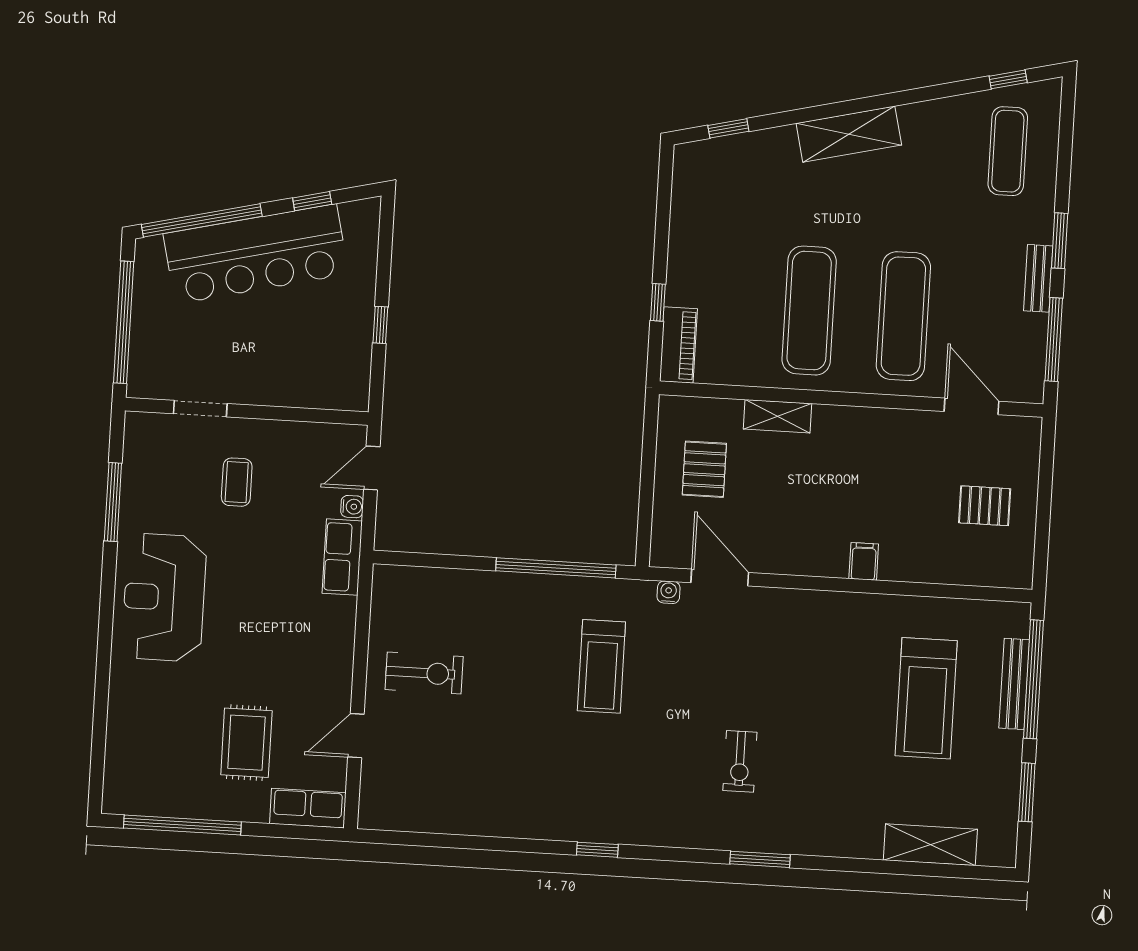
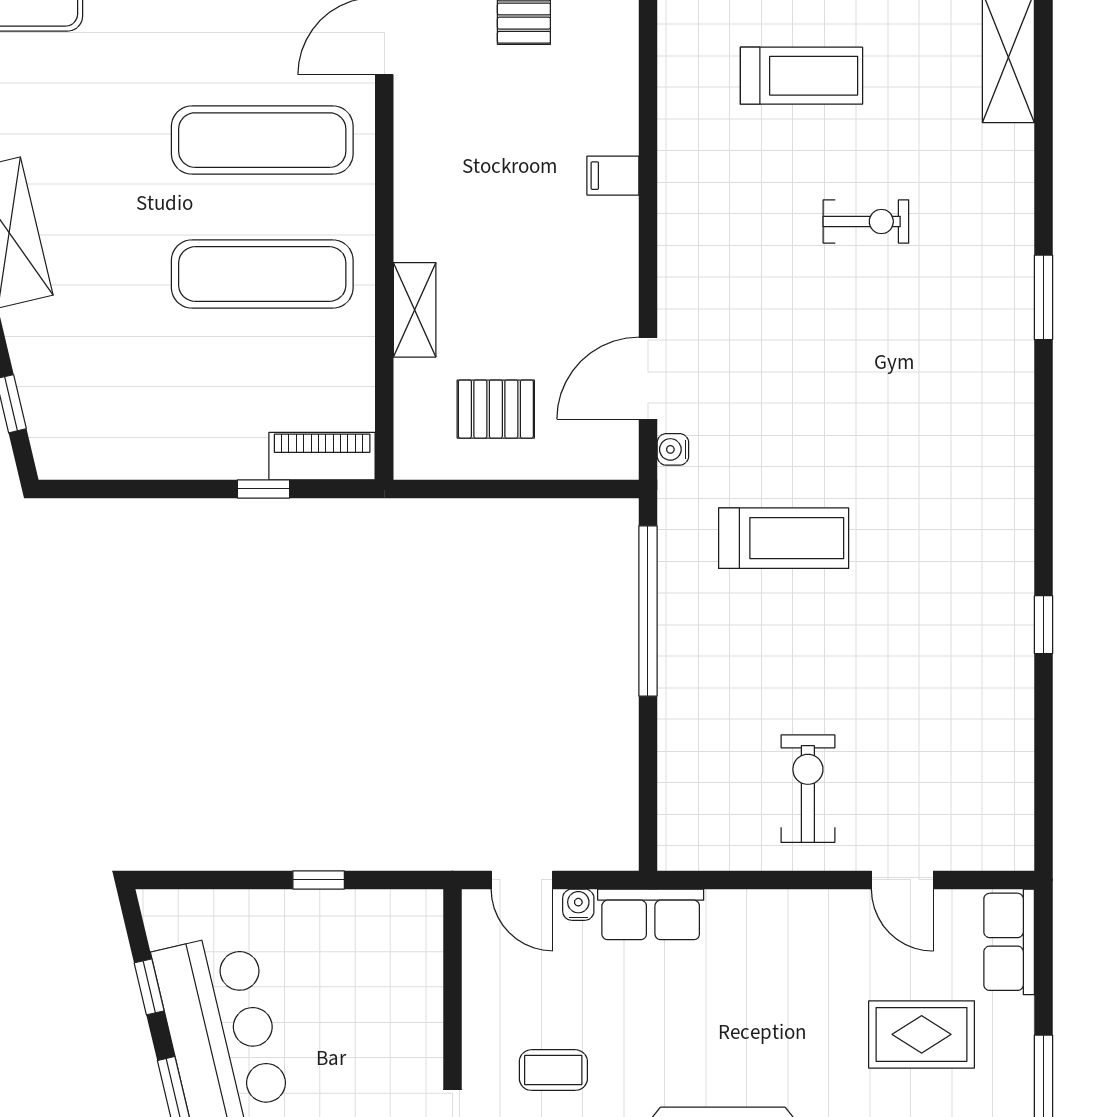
treadmill: (926, 698) -> (801, 76), width x0.73, depth x0.73
exercise bike: (740, 761) -> (866, 222), moved
window: (597, 850) -> (1044, 625), moved

